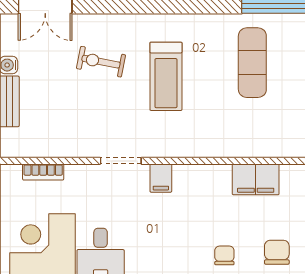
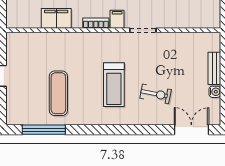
treadmill: (166, 76) -> (114, 85), turned 180
bookcase: (43, 172) -> (96, 23), moved

